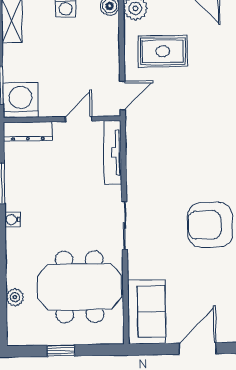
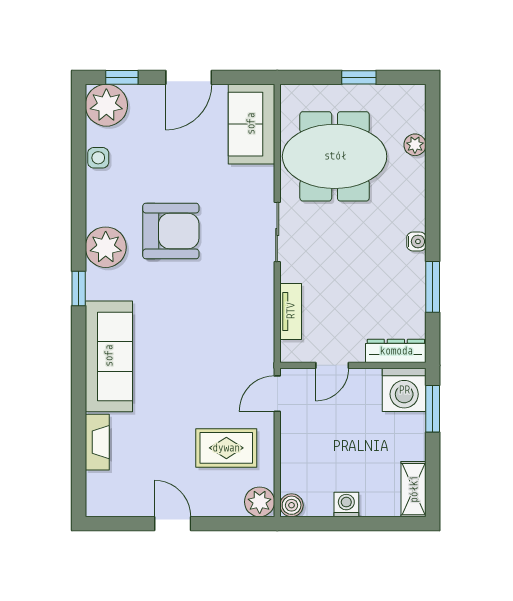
tv unit: (113, 152) -> (291, 311), width x0.71

